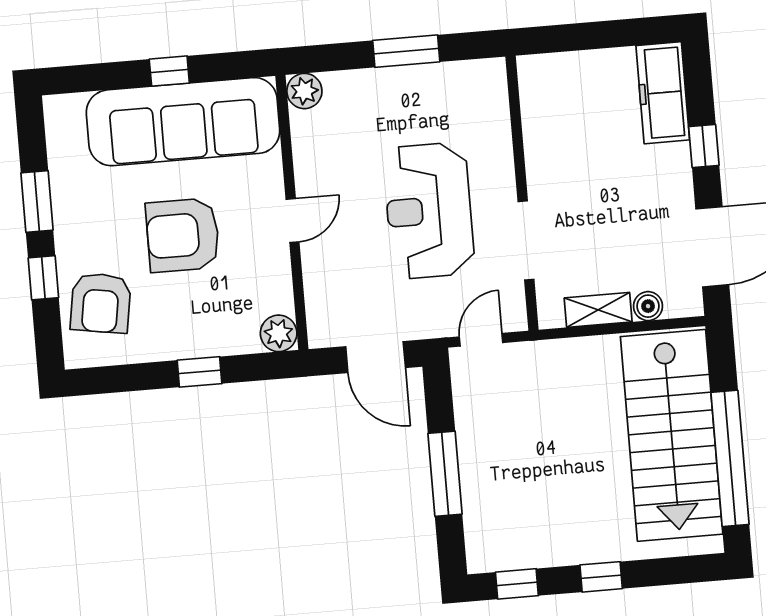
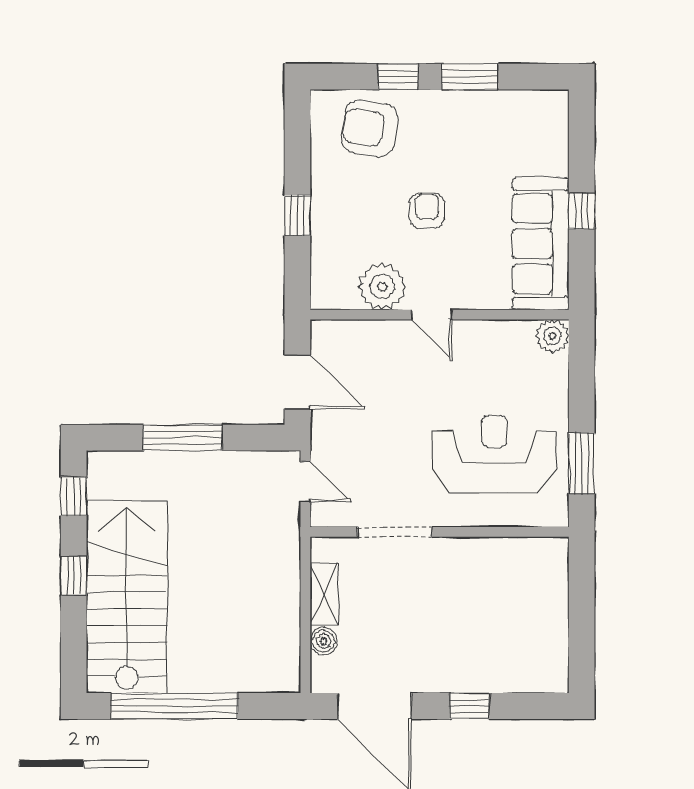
window: (406, 51) -> (582, 464), moved
freezer: (663, 93) -> (522, 672), removed
sofa: (183, 122) -> (541, 244), width x0.74, depth x0.79
reception desk: (429, 211) -> (494, 454), moved
armchair: (183, 235) -> (427, 211), width x0.53, depth x0.53
plant: (279, 333) -> (382, 287), moved, width x1.36, depth x1.36
door: (376, 357) -> (297, 382), swing flipped
stairs: (672, 435) -> (127, 597), moved, turned 90

